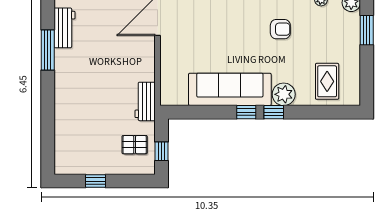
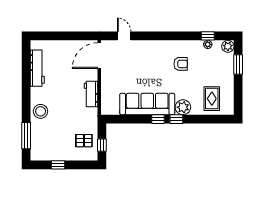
workbench: (64, 28) -> (37, 68), width x1.38
window: (48, 50) -> (26, 136), moved
stool: (69, 100) -> (41, 111), added
workbench: (145, 101) -> (91, 94), moved

